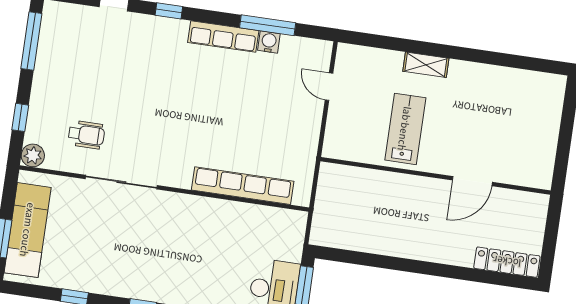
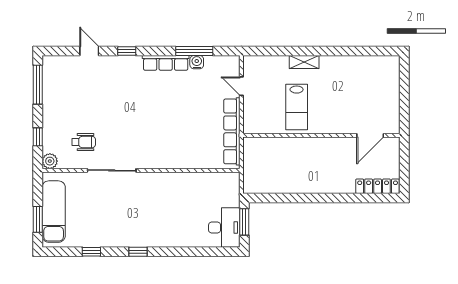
lab bench: (405, 129) -> (297, 107), turned 180
door: (472, 181) -> (370, 135), moved
row of seats: (243, 186) -> (232, 131), moved, turned -90

